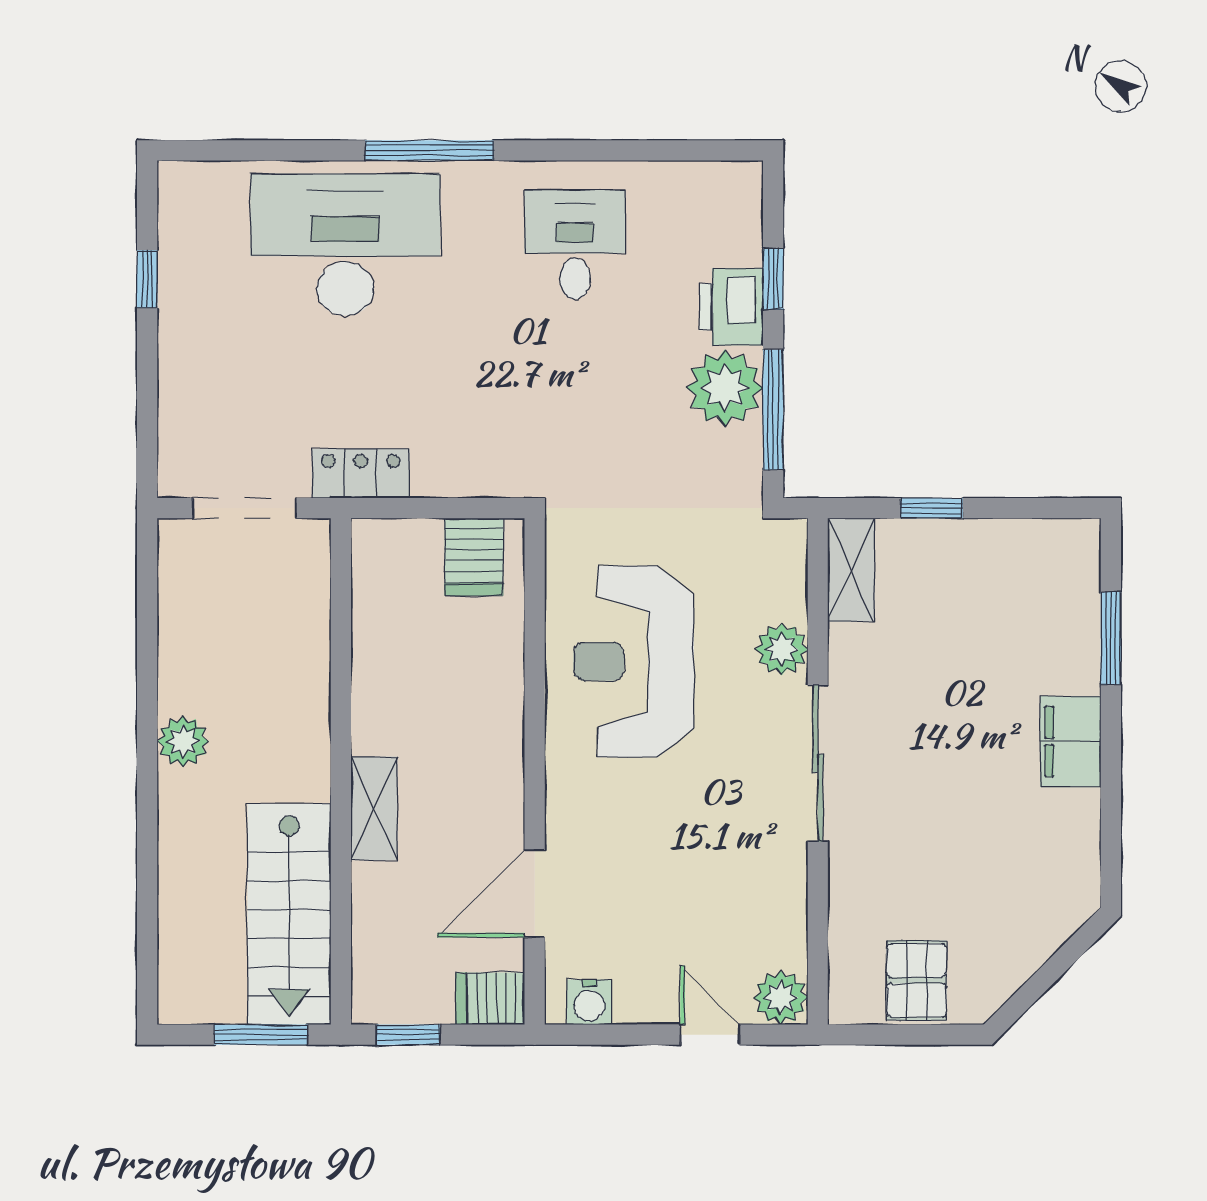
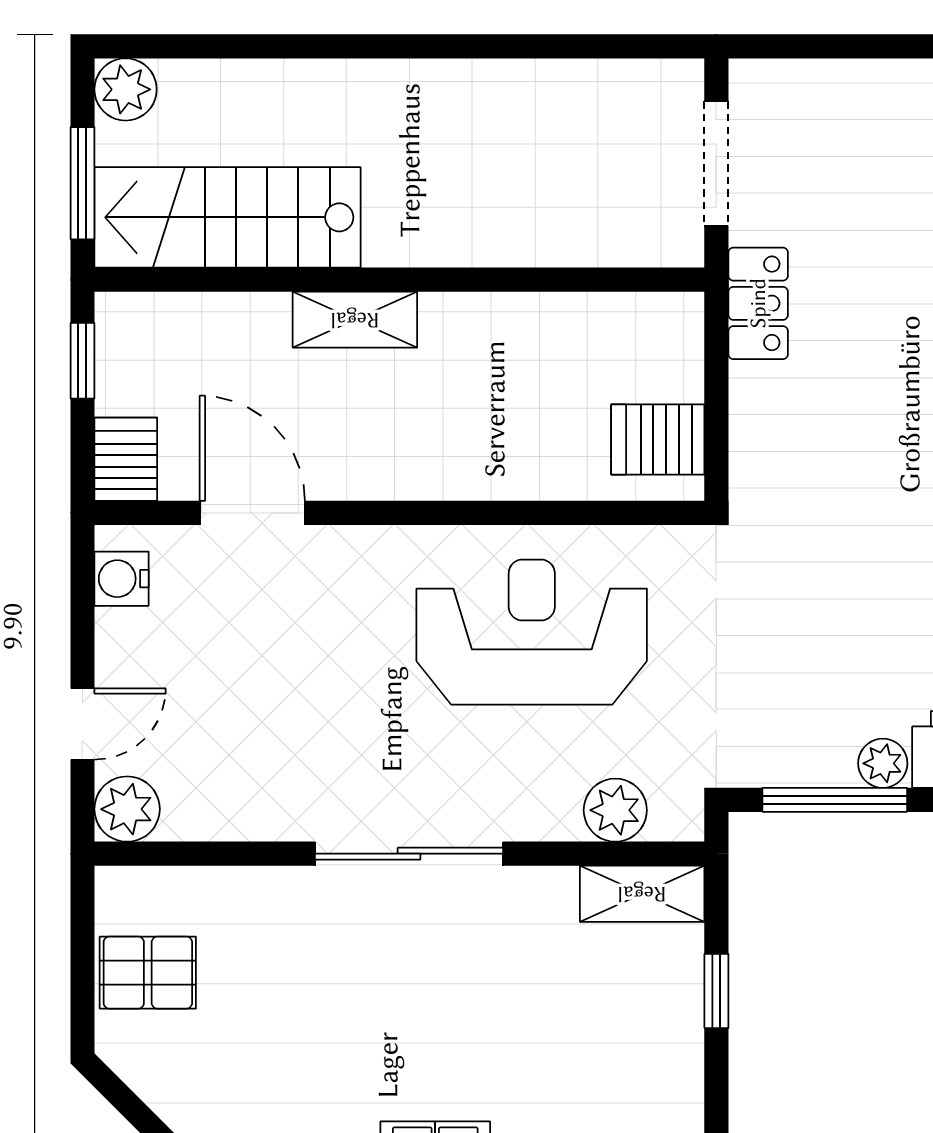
plant: (725, 388) -> (883, 763), width x0.53, depth x0.53
plant: (782, 649) -> (615, 810), moved
plant: (183, 741) -> (126, 89), moved

